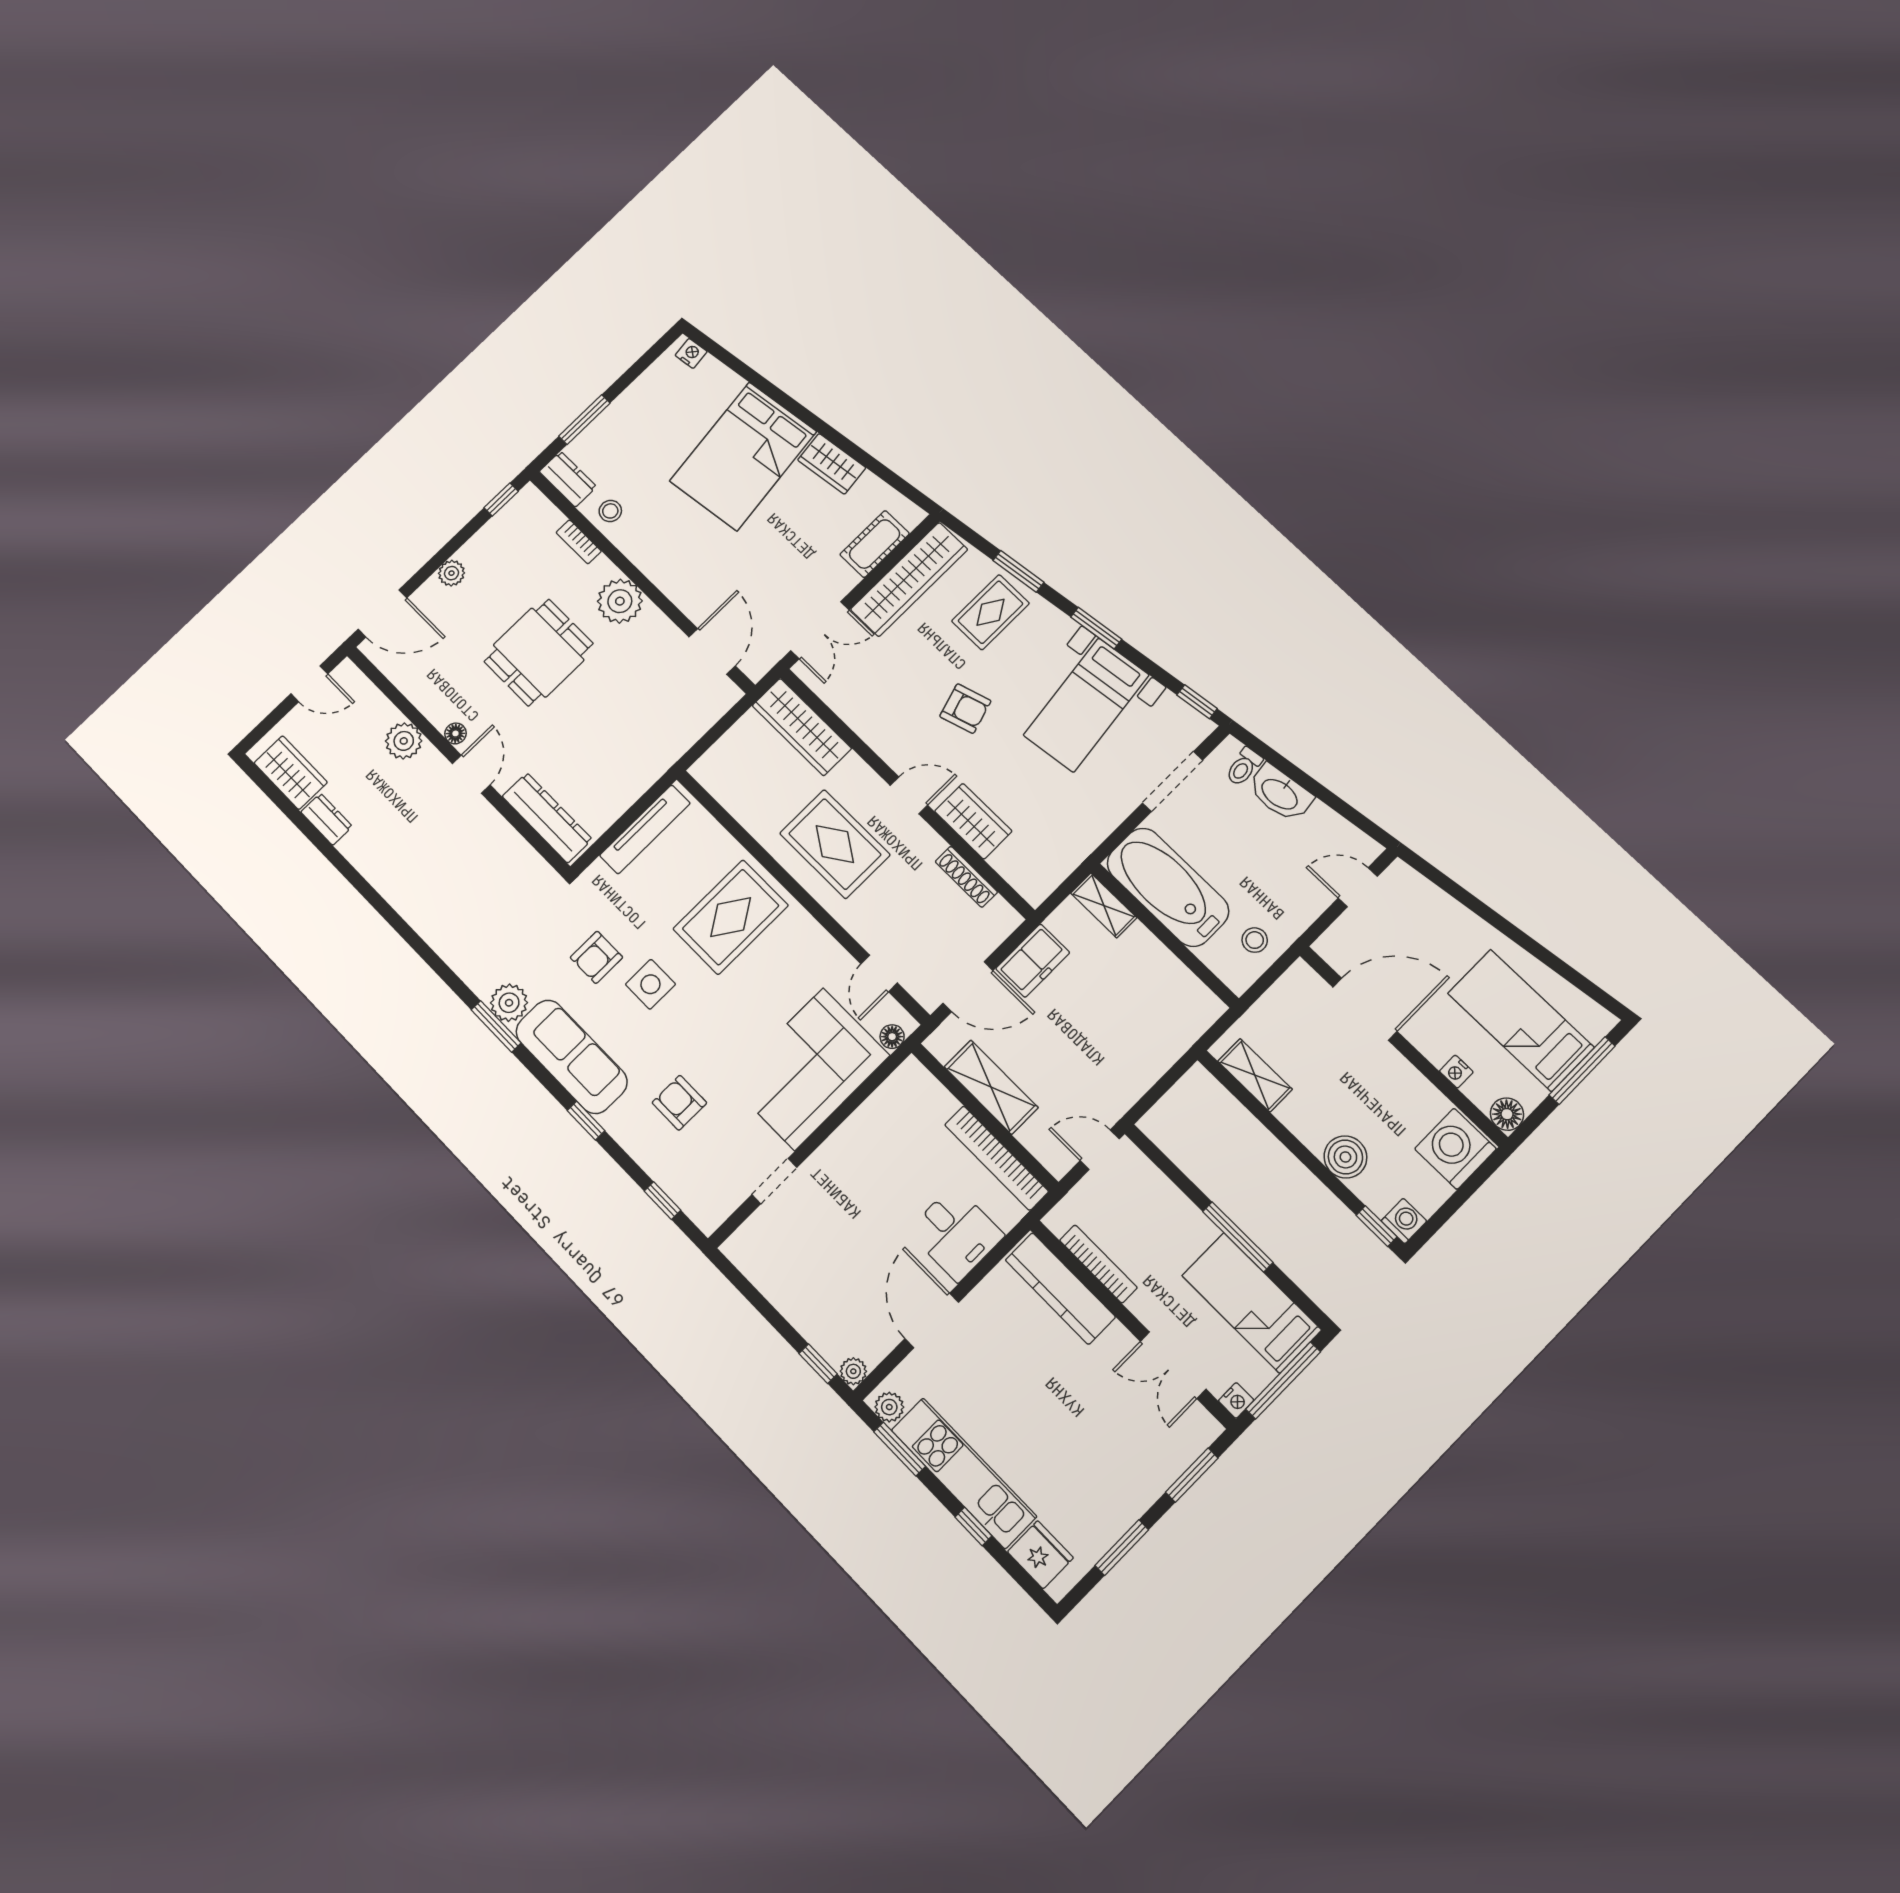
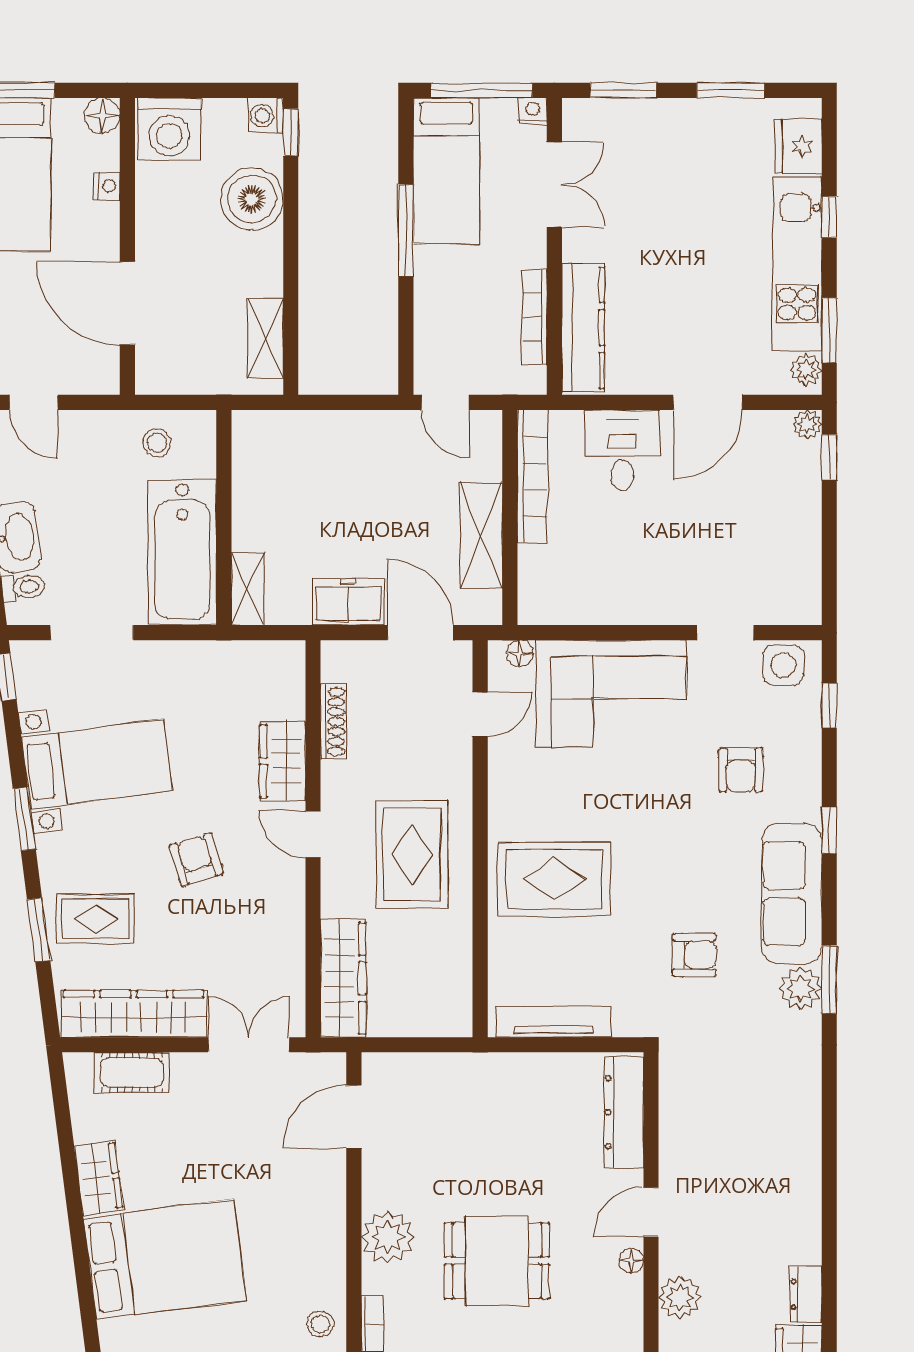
side table: (650, 984) -> (783, 665), moved
boiler: (1345, 1157) -> (252, 199), width x1.37, depth x1.37

